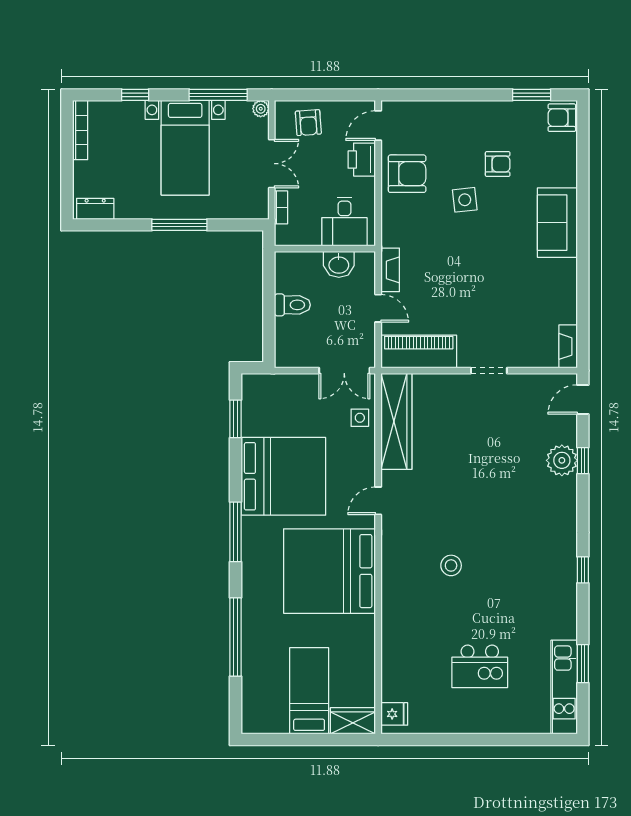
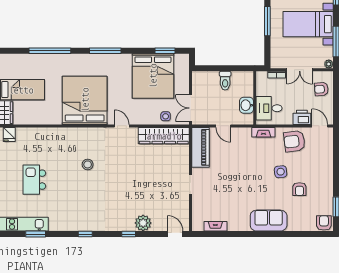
armchair: (407, 174) -> (294, 141), turned 83
fireplace: (390, 270) -> (263, 132), moved
door: (378, 308) -> (223, 126), hinge flipped
fireplace: (568, 346) -> (215, 226), moved
window: (583, 461) -> (129, 234), moved
bed: (283, 476) -> (153, 76), moved

